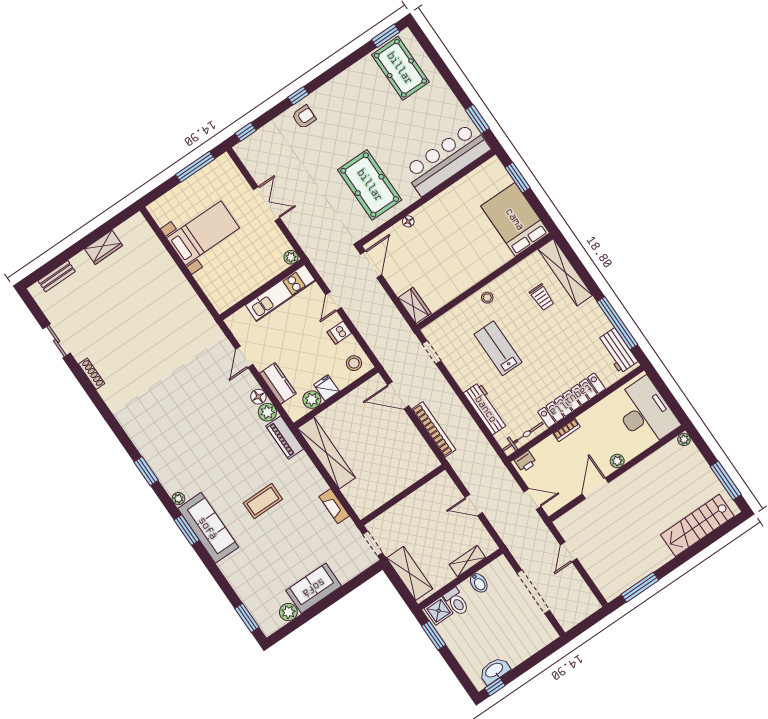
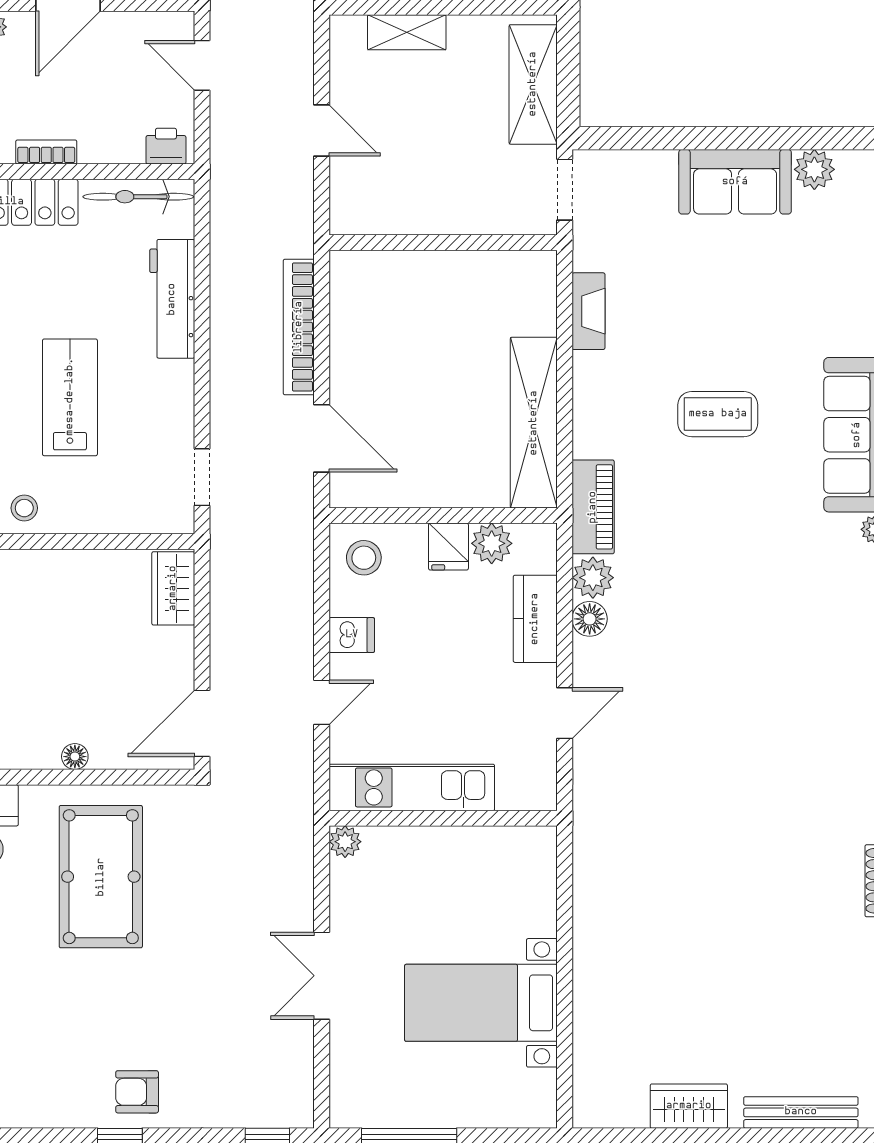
bench: (57, 276) -> (801, 1112), width x1.36
lab bench: (498, 348) -> (70, 397), turned 180

